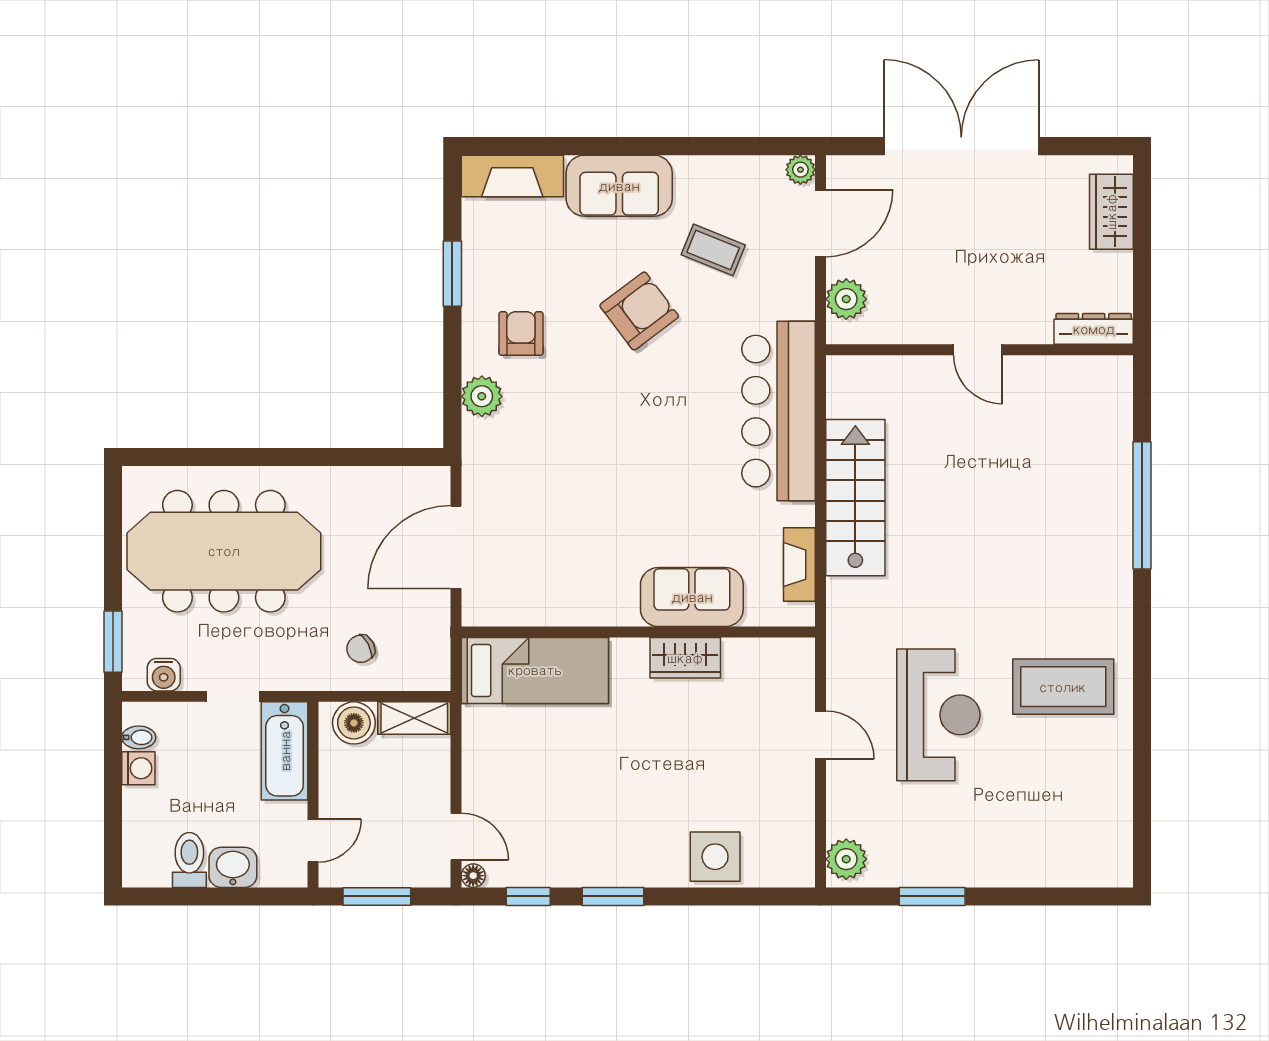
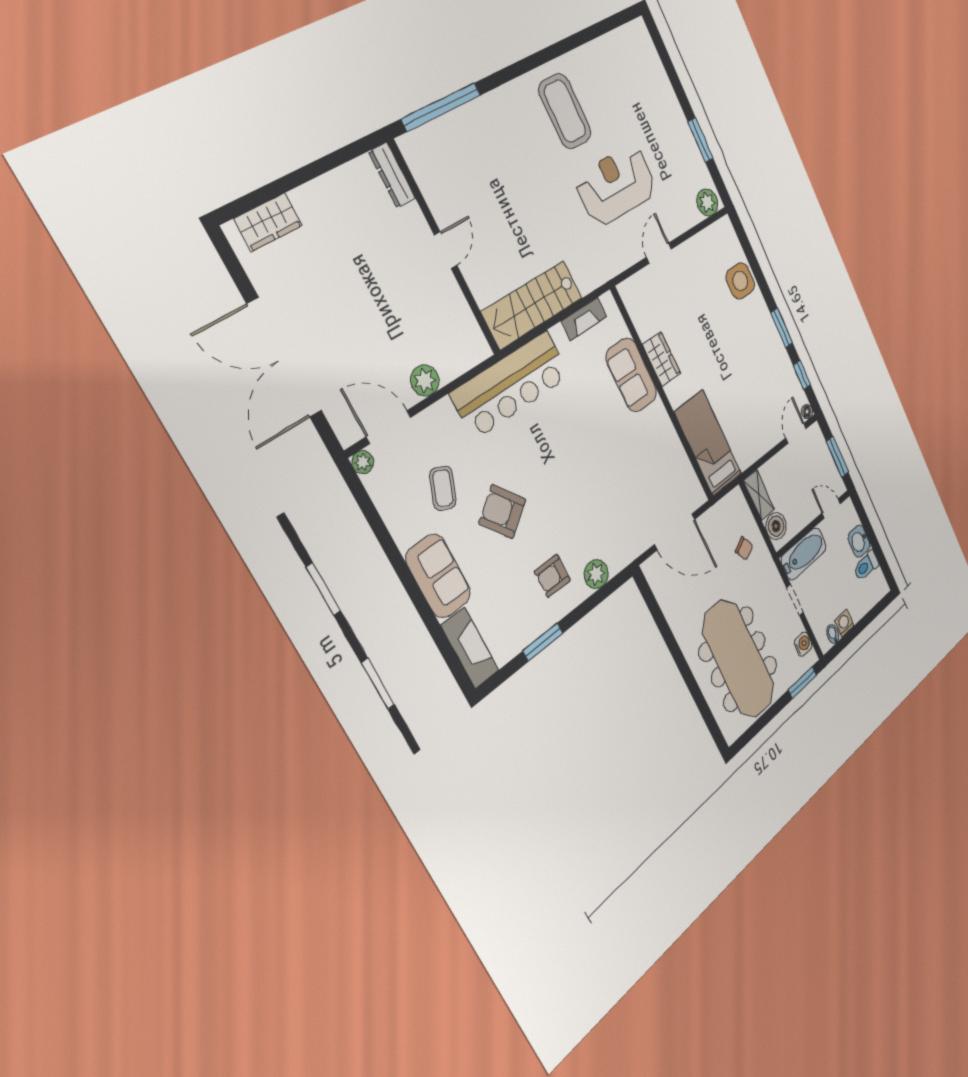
dresser: (1094, 329) -> (392, 175), moved
door: (978, 350) -> (446, 250), moved
wall: (979, 350) -> (445, 249), moved

